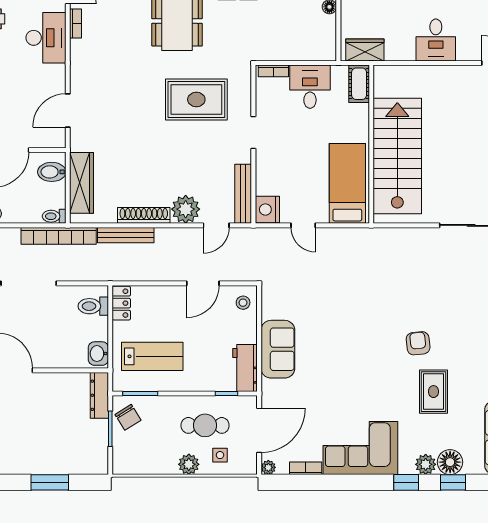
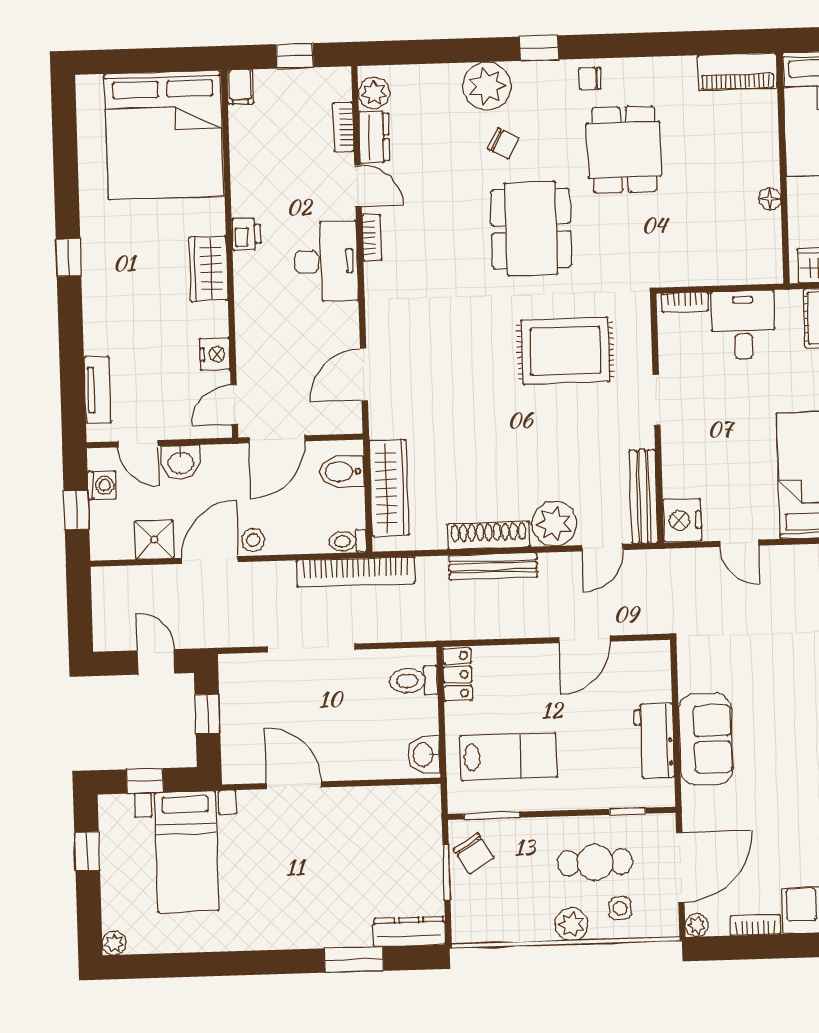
bench: (126, 235) -> (493, 566), moved
stool: (243, 303) -> (649, 668), removed
workbench: (245, 368) -> (654, 741), moved
dresser: (99, 395) -> (409, 932), moved, turned 90

